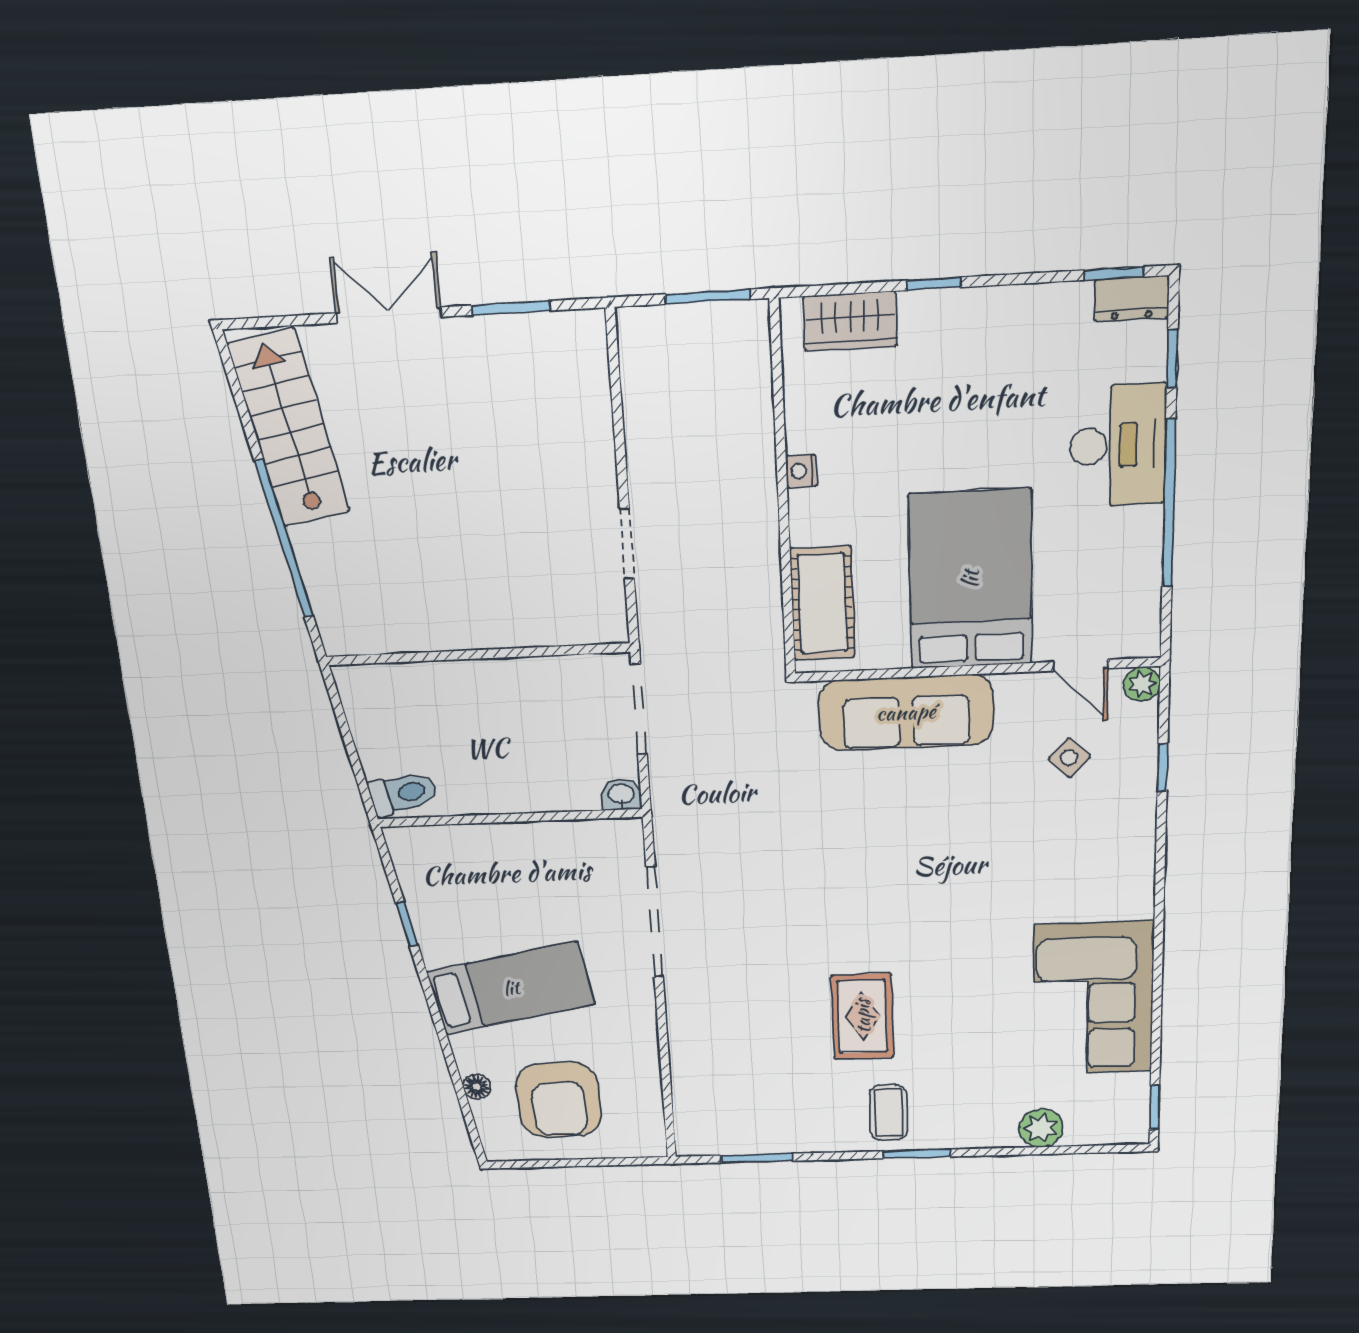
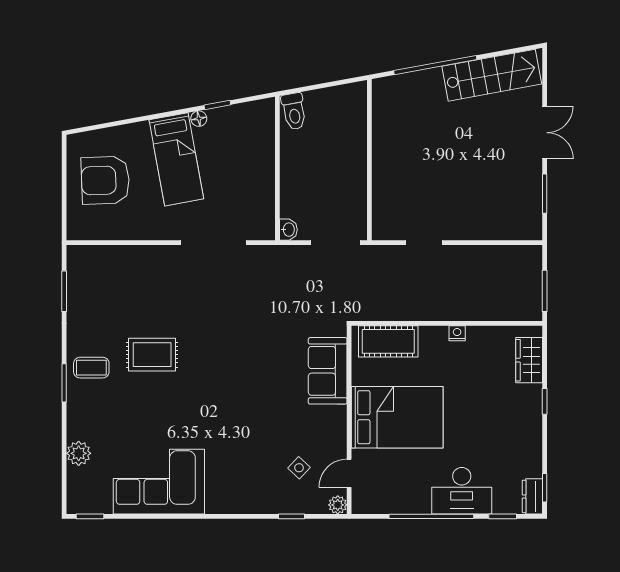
sofa: (906, 712) -> (328, 371), width x0.73
floor lamp: (477, 1087) -> (199, 119), moved

